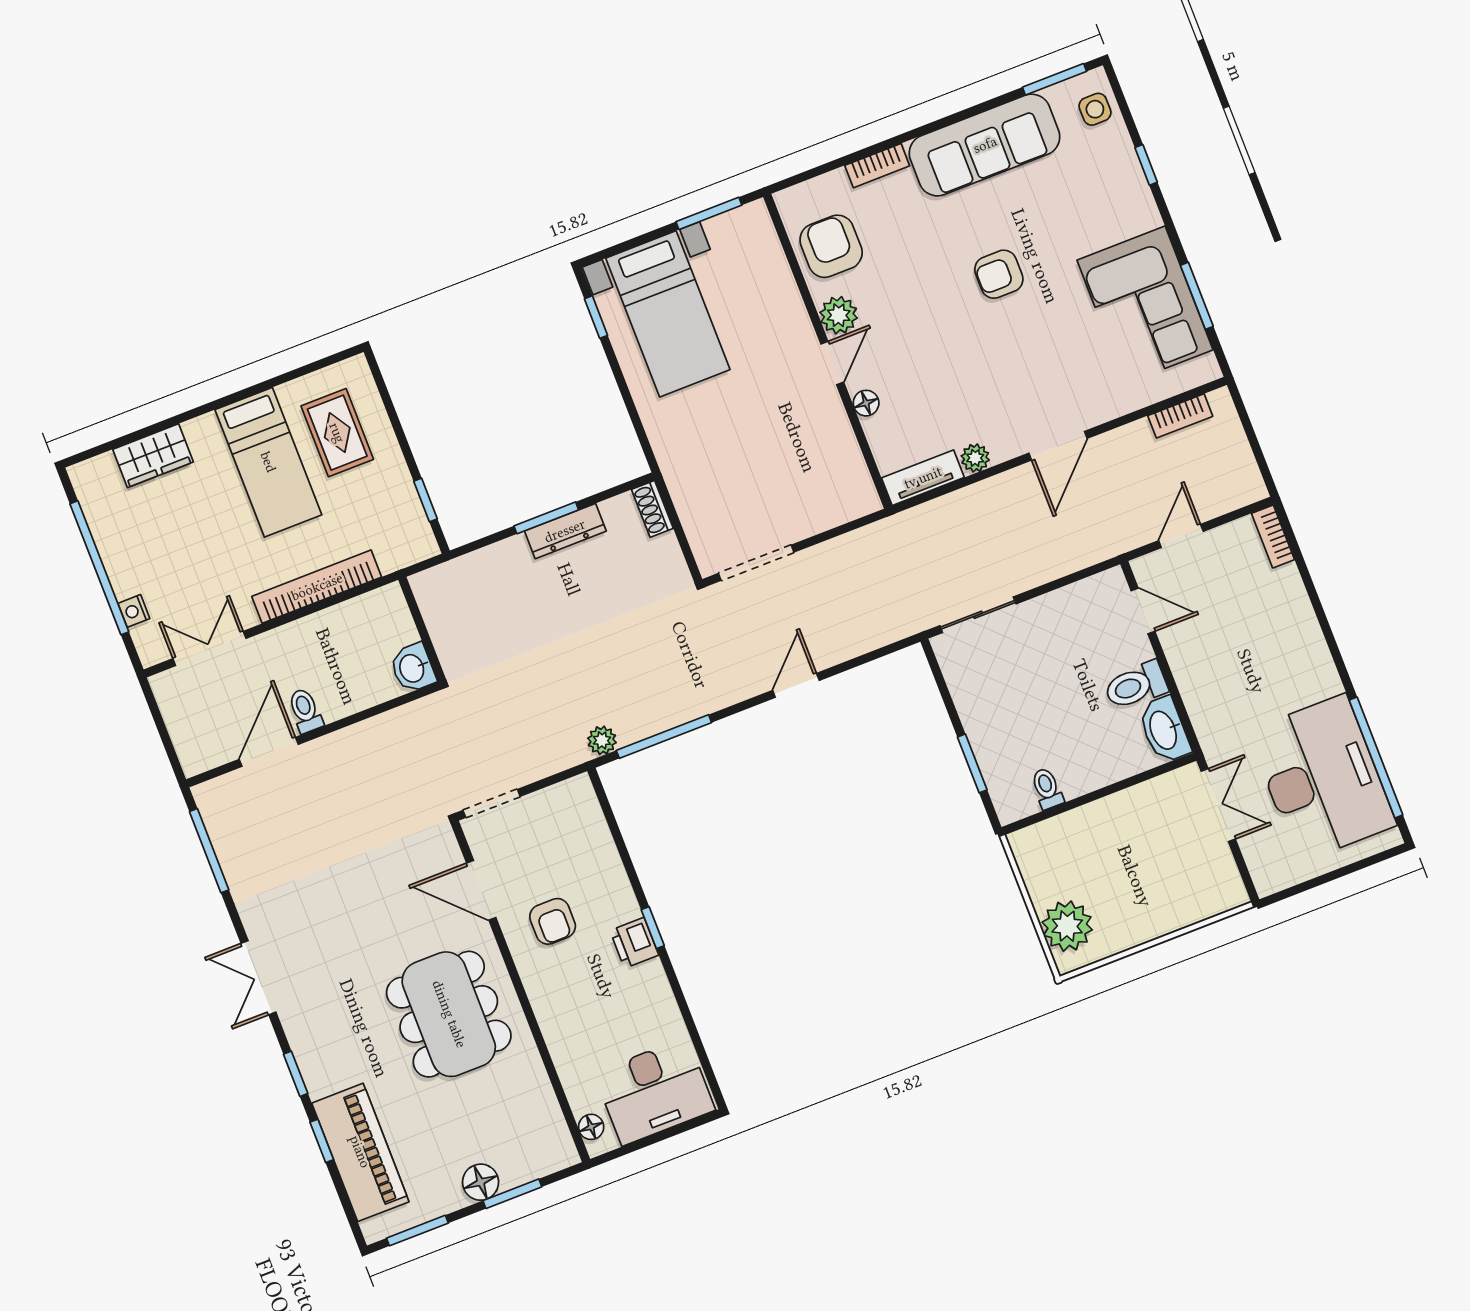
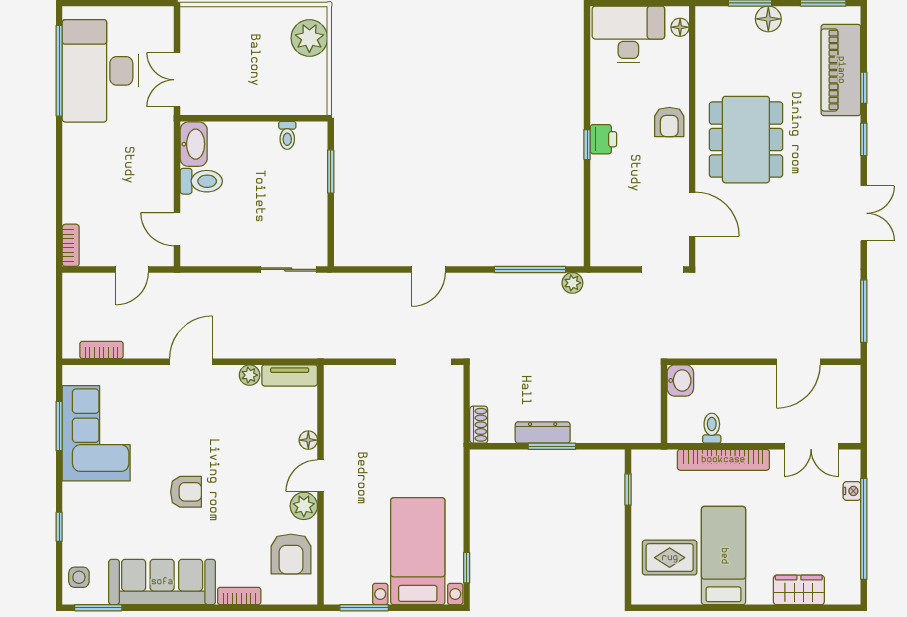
rug: (337, 433) -> (670, 558), turned 90
toilet: (305, 711) -> (712, 428), moved, turned 180
armchair: (553, 921) -> (669, 122), moved, turned 180

